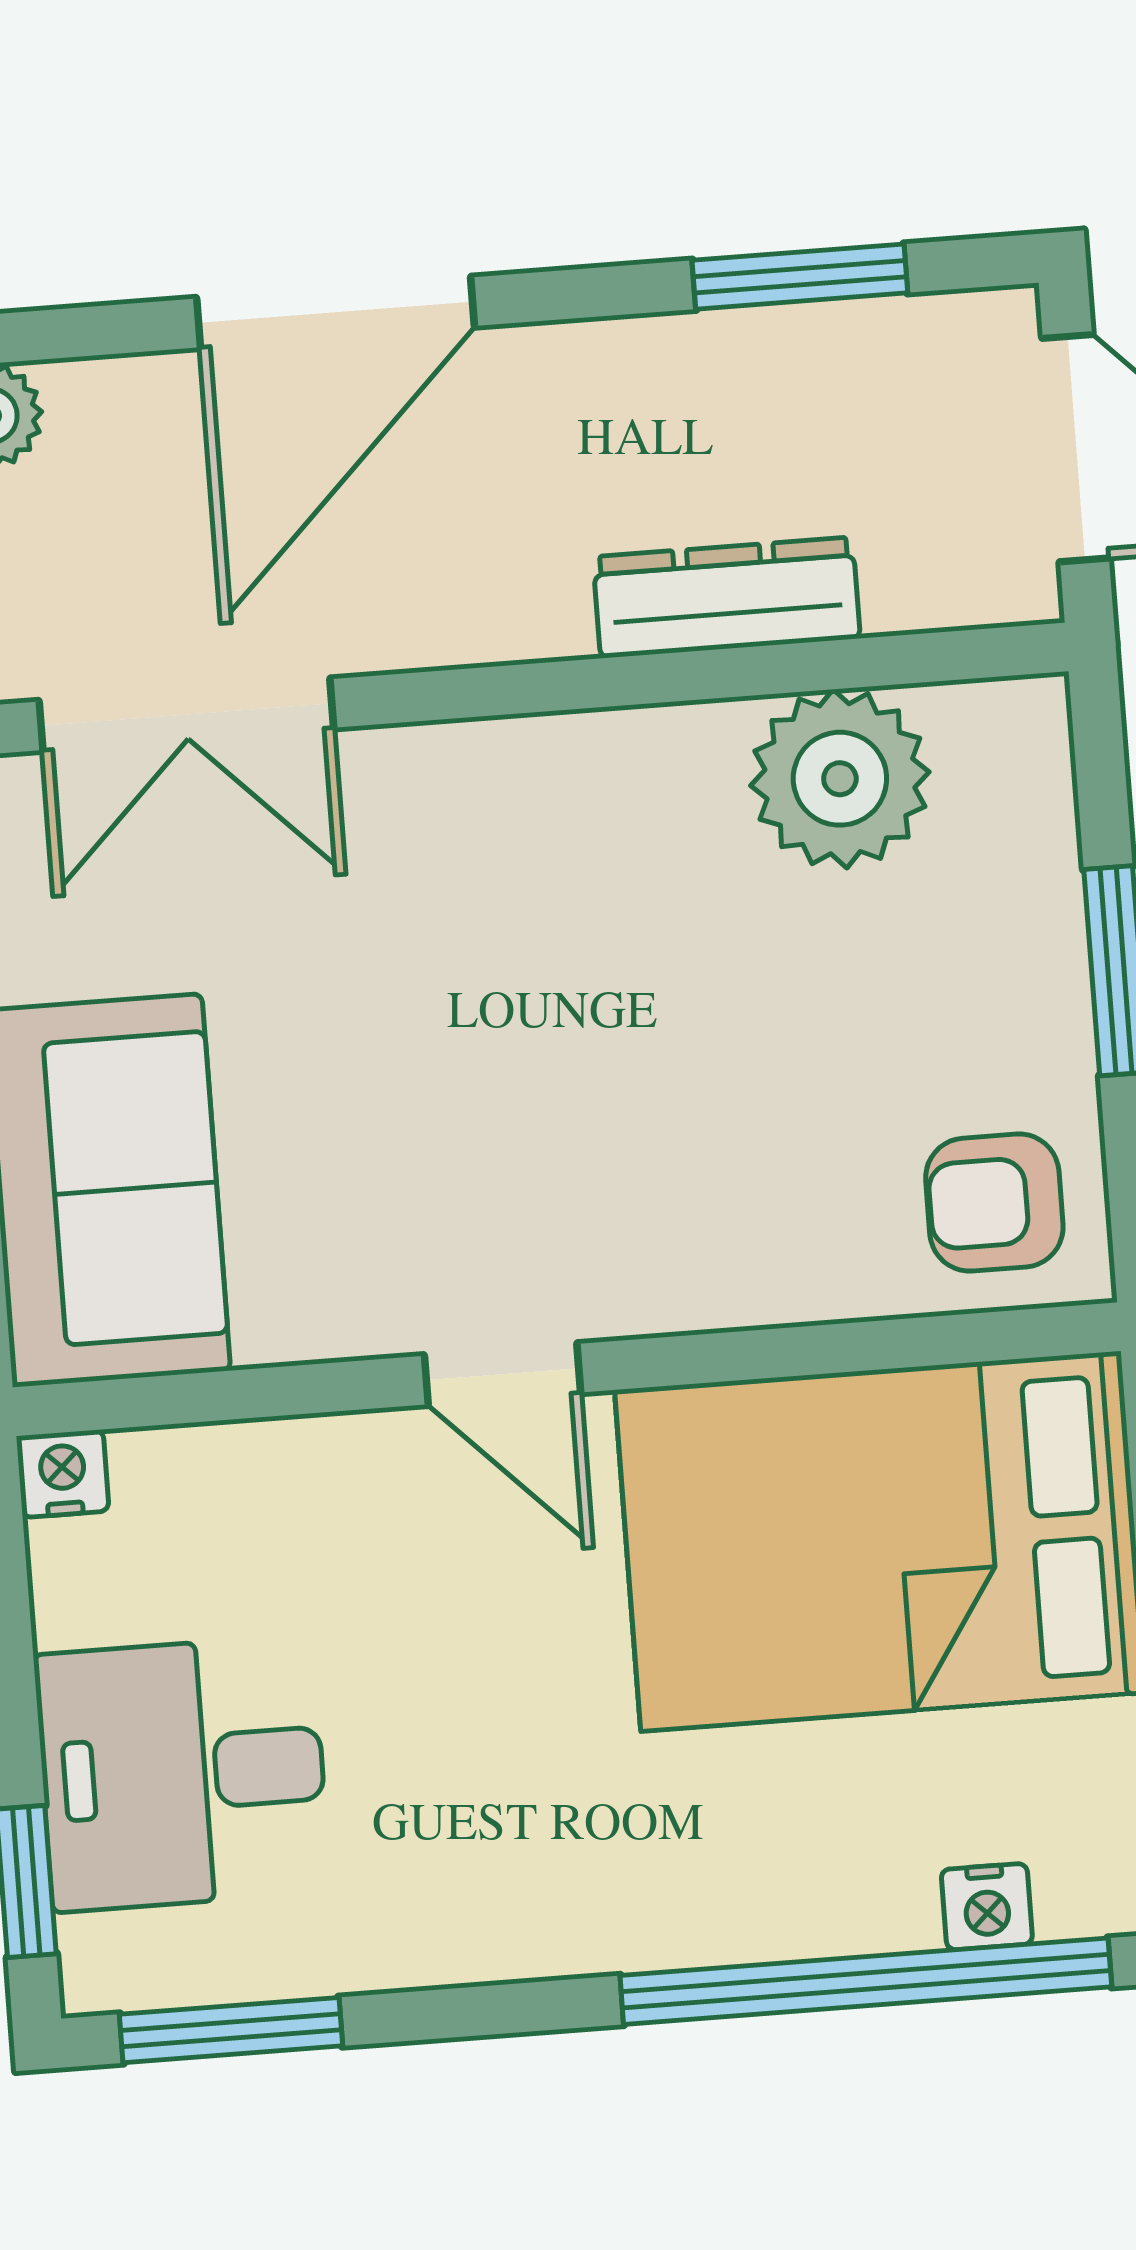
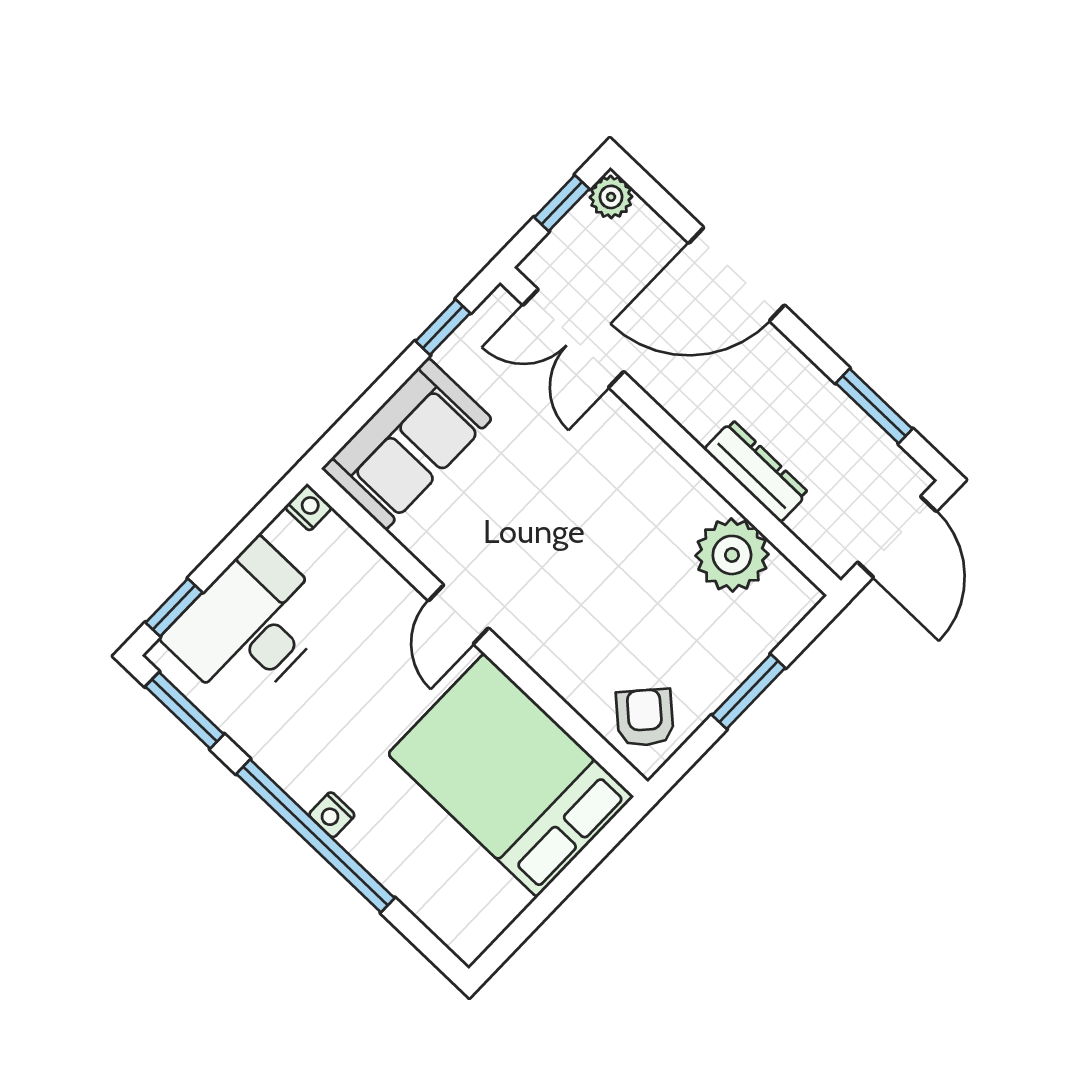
armchair: (994, 1203) -> (645, 718), turned 42
desk: (182, 1773) -> (250, 626), width x1.37
nightstand: (987, 1907) -> (332, 815), moved
window: (866, 1981) -> (316, 836), moved

